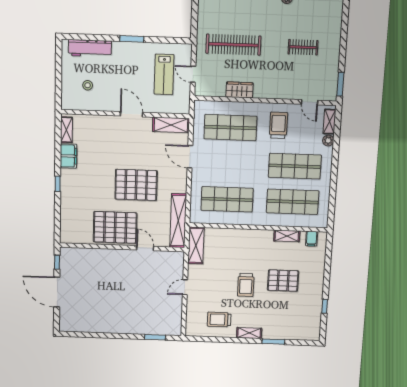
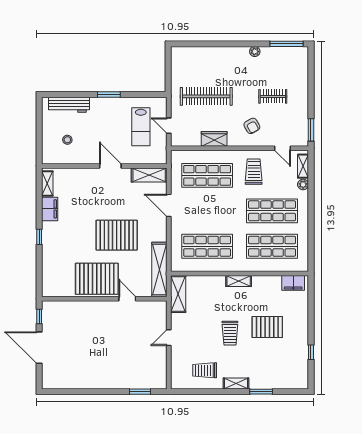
armchair: (279, 78) -> (252, 126), added
shelving: (287, 236) -> (239, 281), moved
filing cabinet: (312, 239) -> (293, 283), width x2.00

